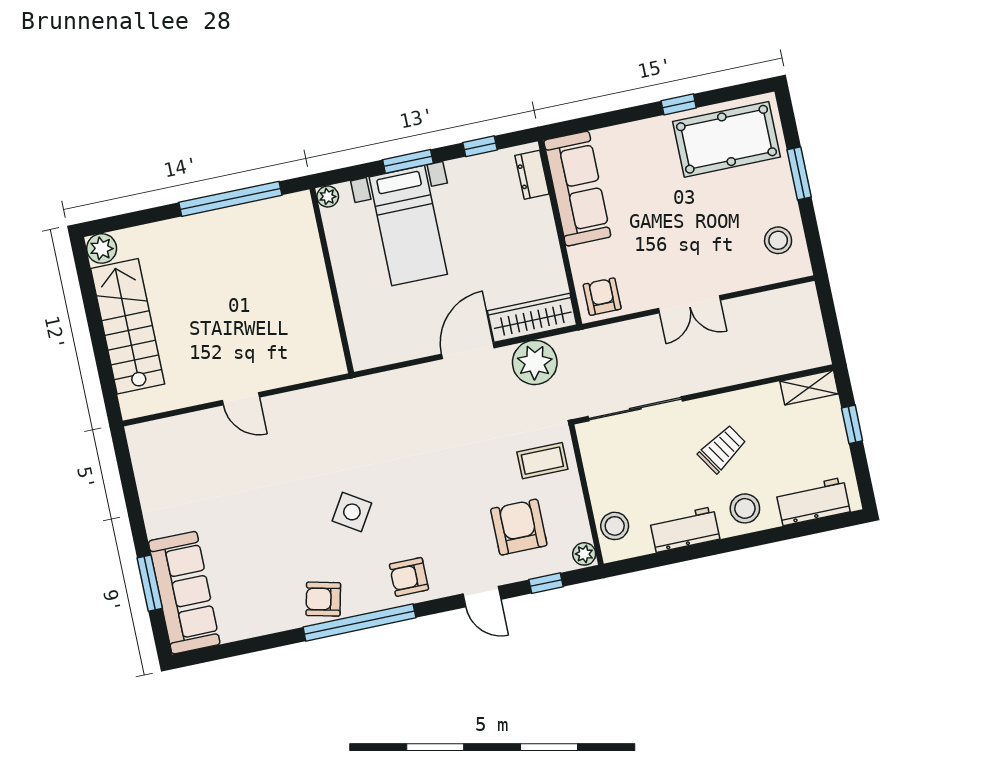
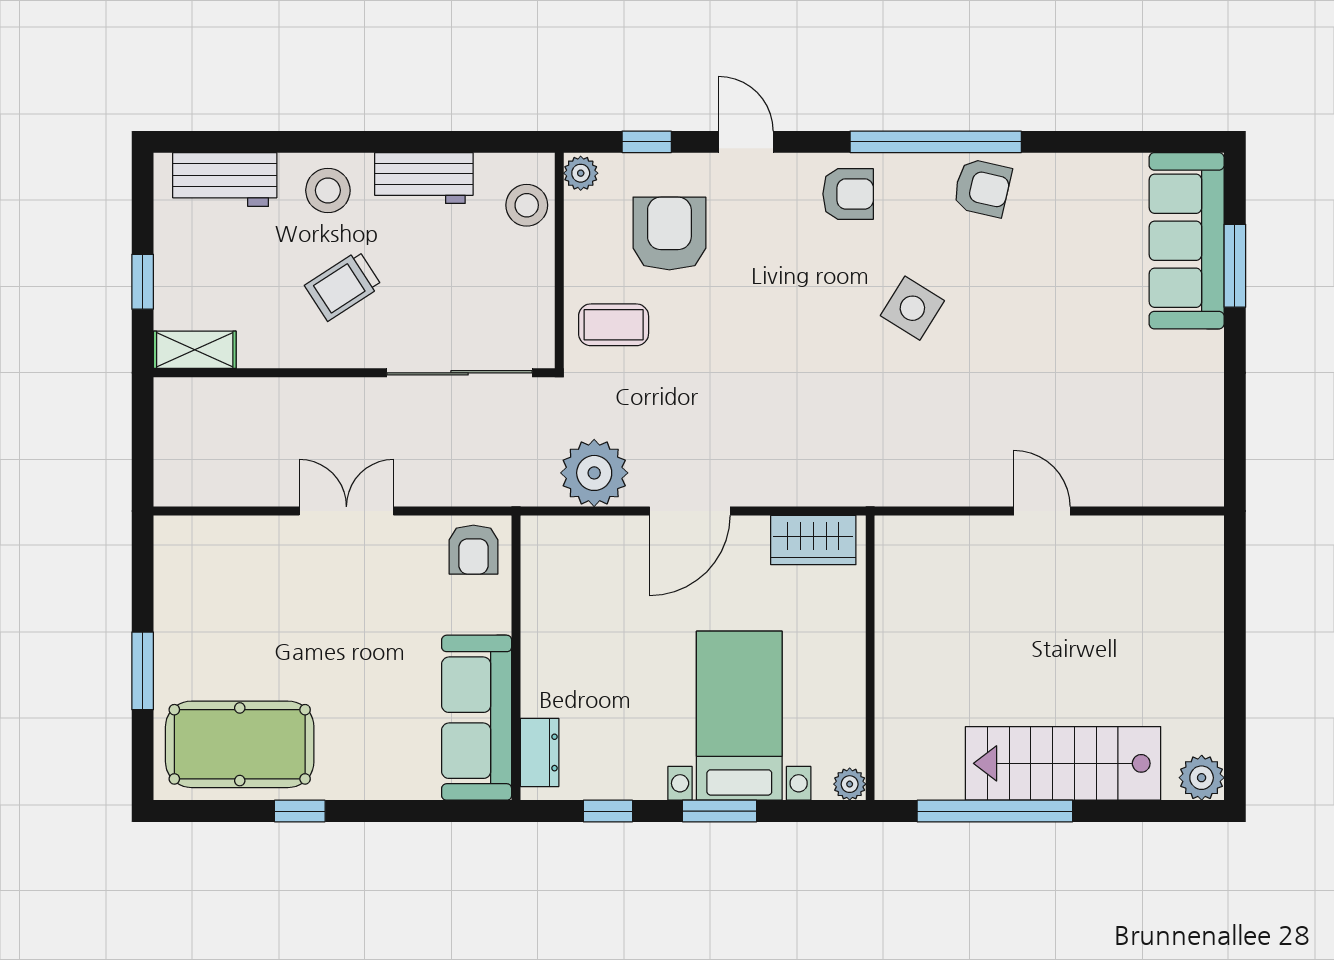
stool: (778, 240) -> (195, 578), removed
wardrobe: (532, 318) -> (813, 540), moved, width x0.67
stairs: (128, 326) -> (1063, 763), moved, turned 90
armchair: (519, 527) -> (669, 233), turned 180

